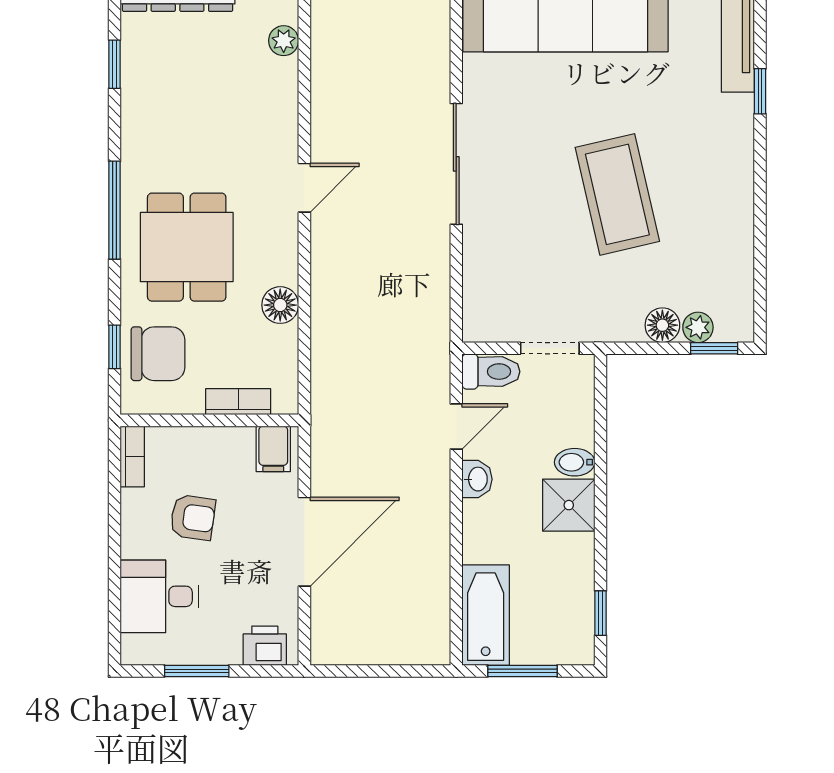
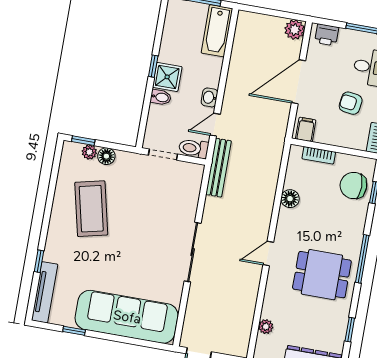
coffee table: (617, 194) -> (91, 209), moved
dining table: (187, 247) -> (322, 275), moved, turned 90
bench: (434, 342) -> (218, 168), added
window: (601, 613) -> (153, 66), moved
plant: (331, 645) -> (295, 30), added

